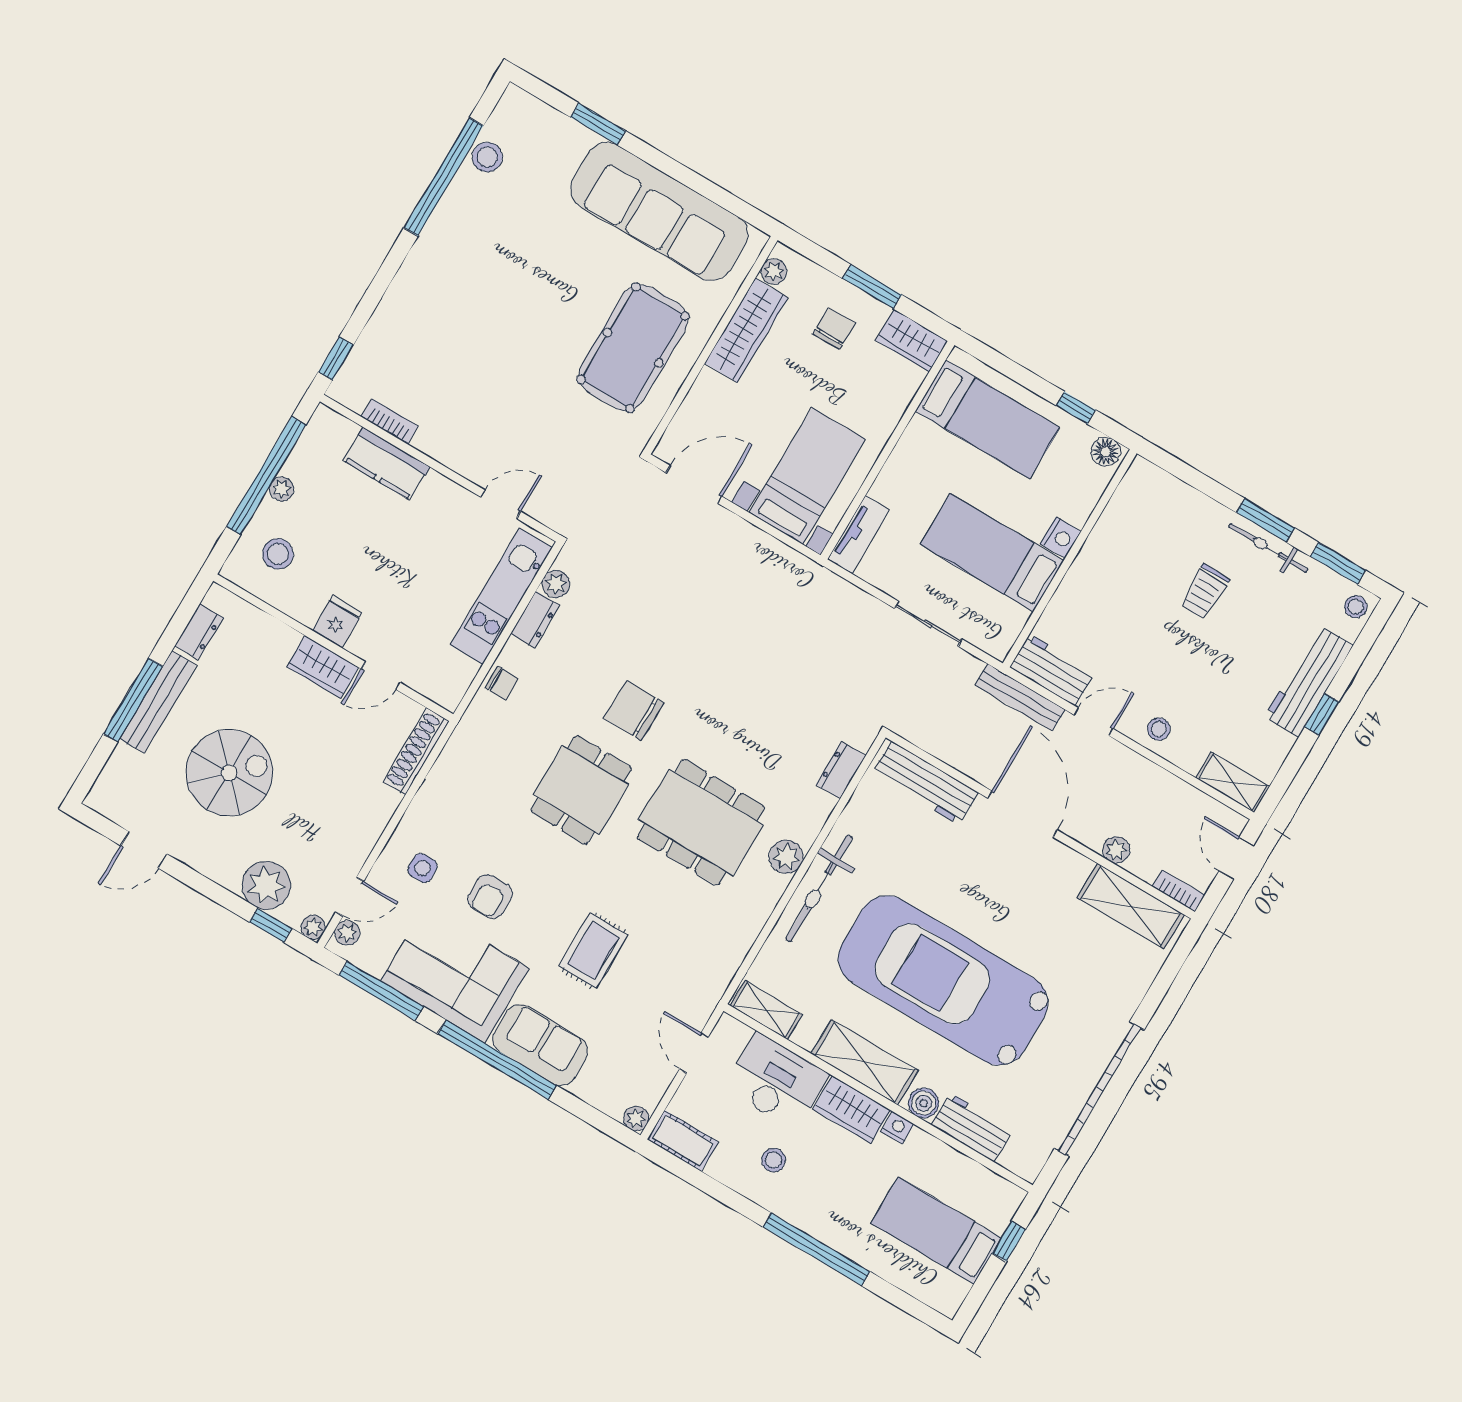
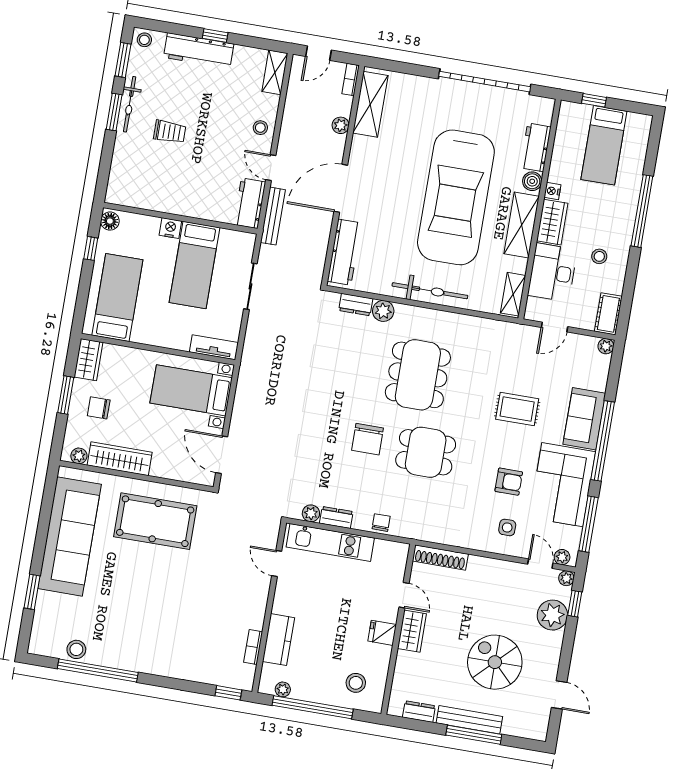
plant: (282, 489) -> (283, 689), moved
plant: (786, 857) -> (383, 311), moved

